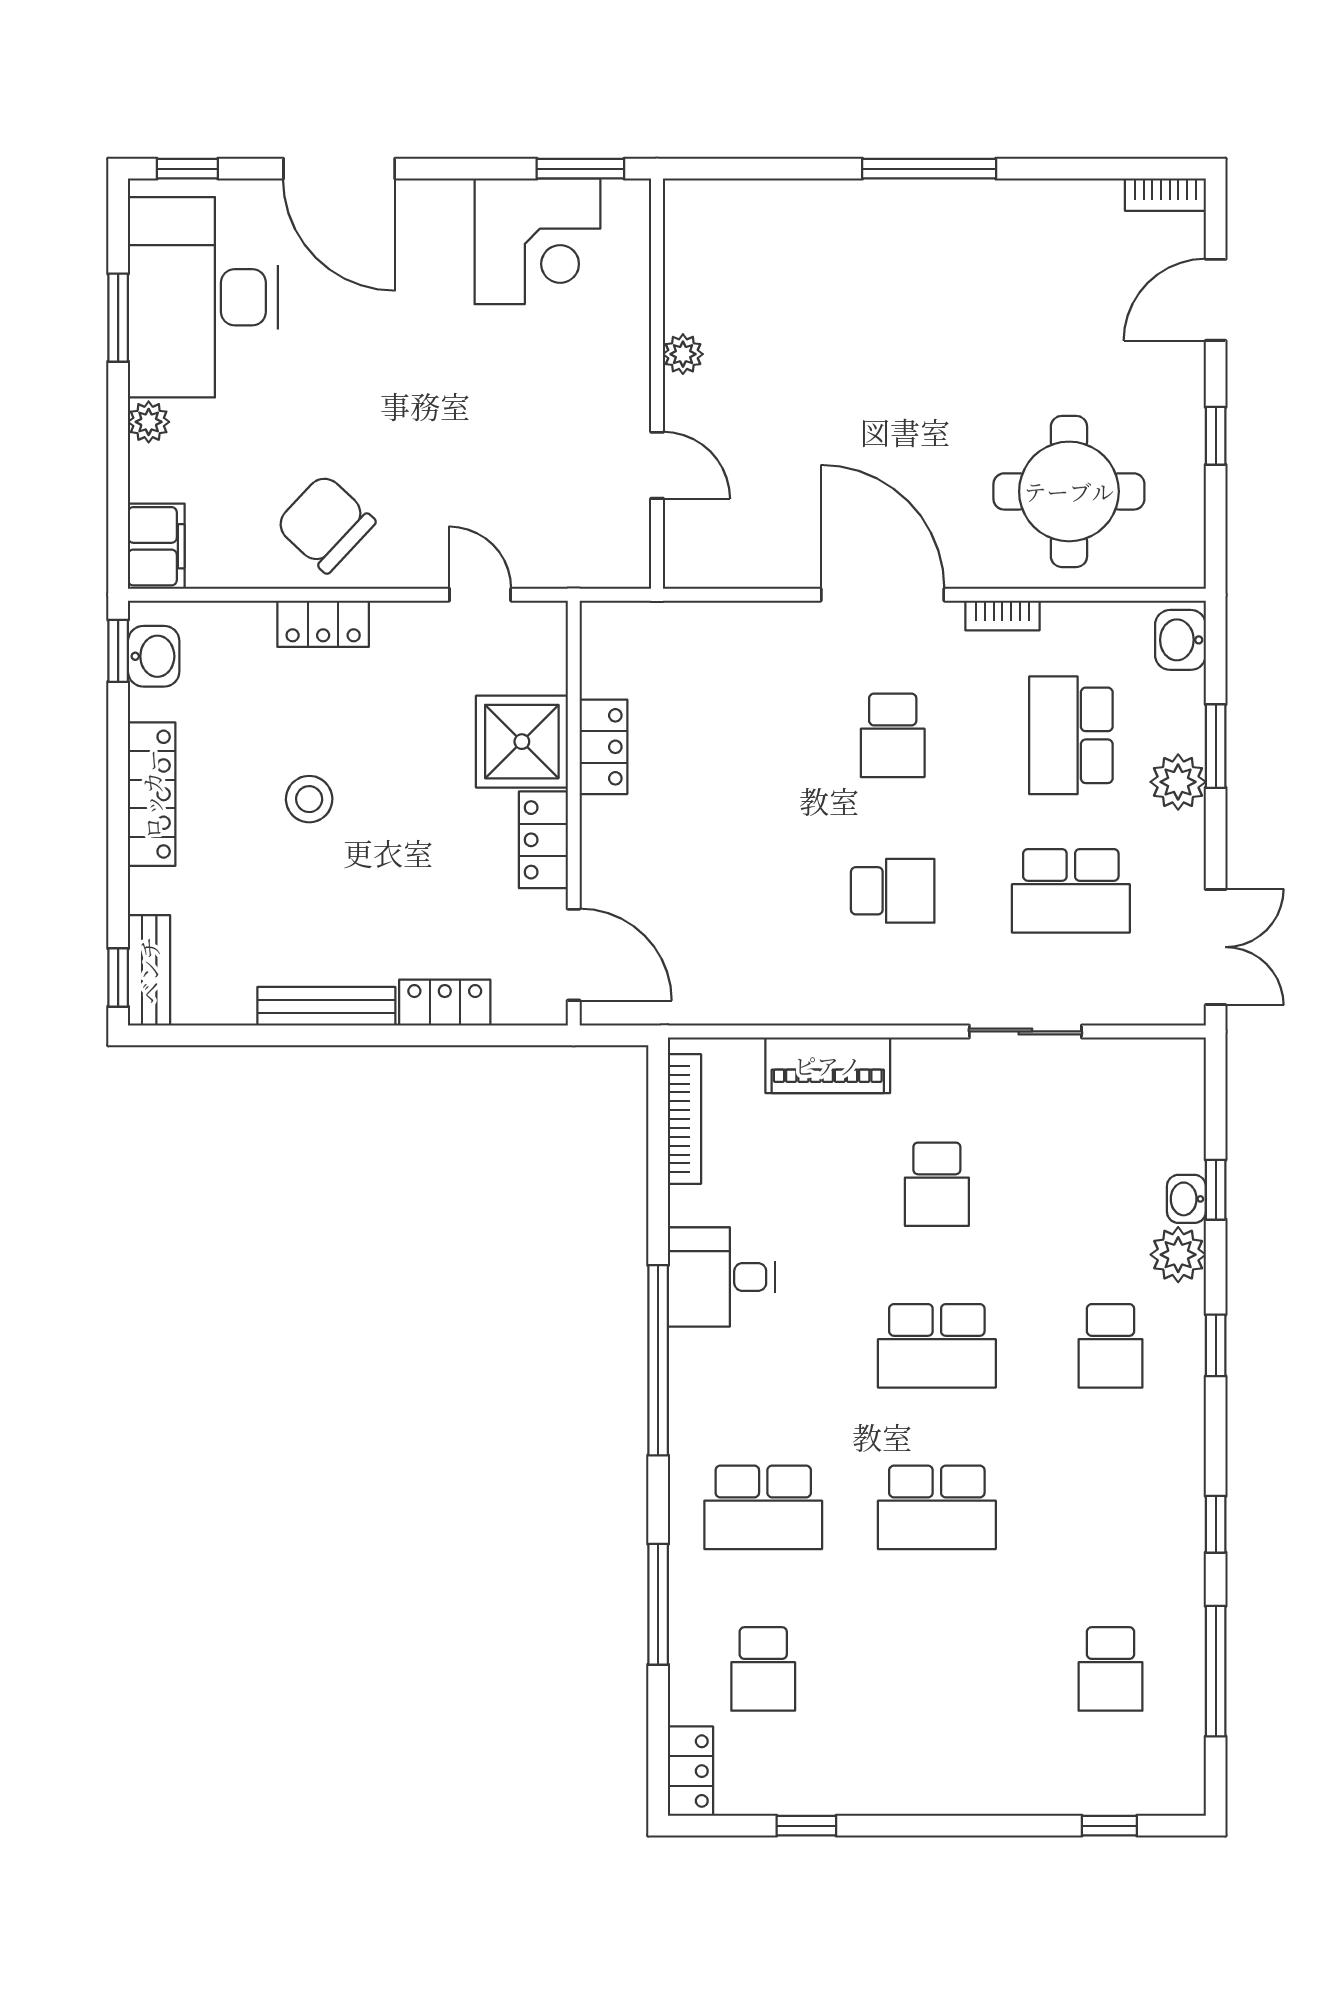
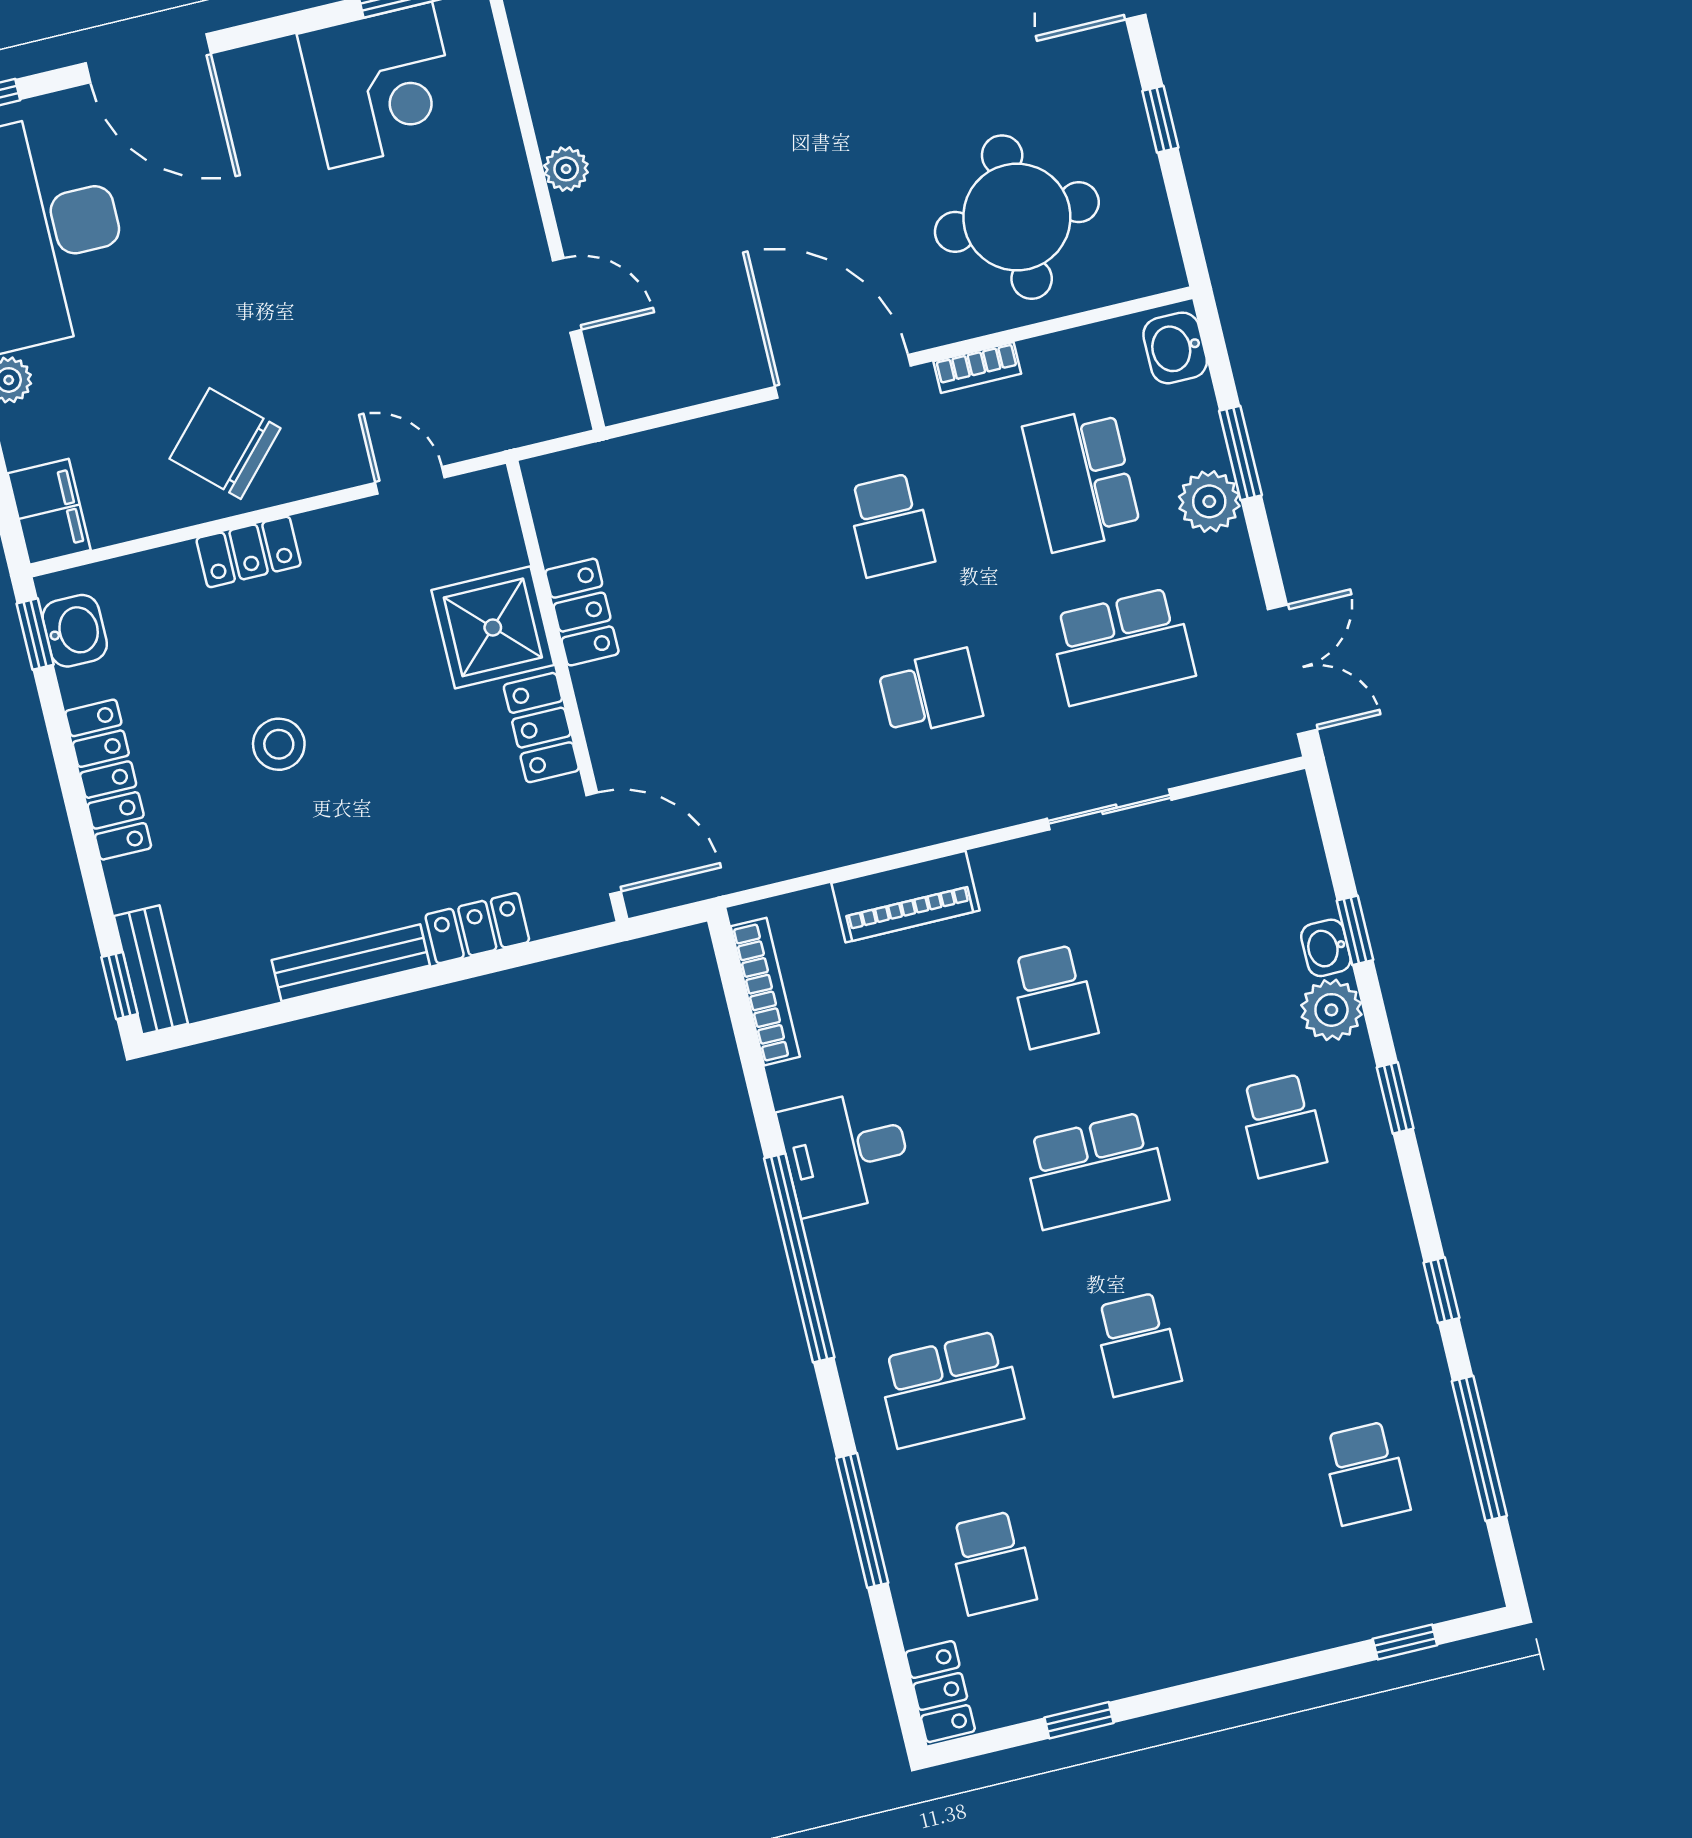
school desk: (937, 1507) -> (1137, 1344), width x0.54

